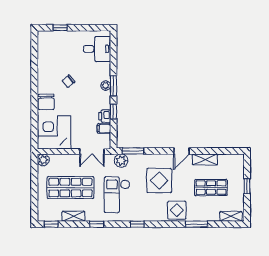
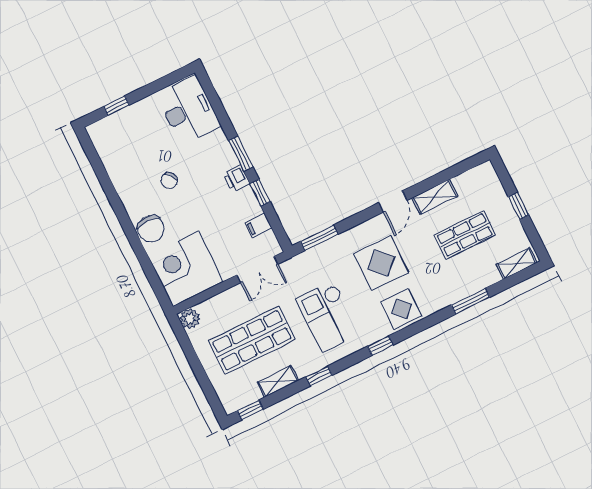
desk: (97, 49) -> (188, 110), width x1.37
plant: (106, 86) -> (229, 159), removed
printer: (105, 116) -> (237, 179), moved
plant: (121, 161) -> (308, 261), removed
display table: (177, 210) -> (401, 309), moved

